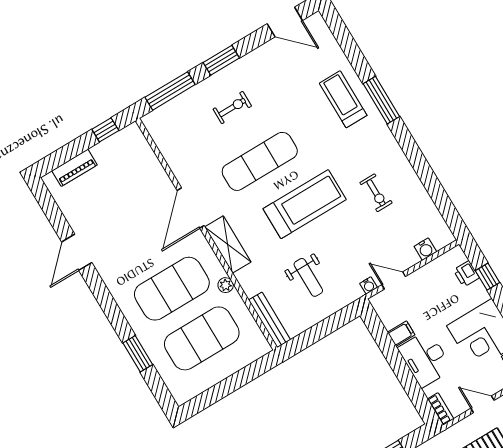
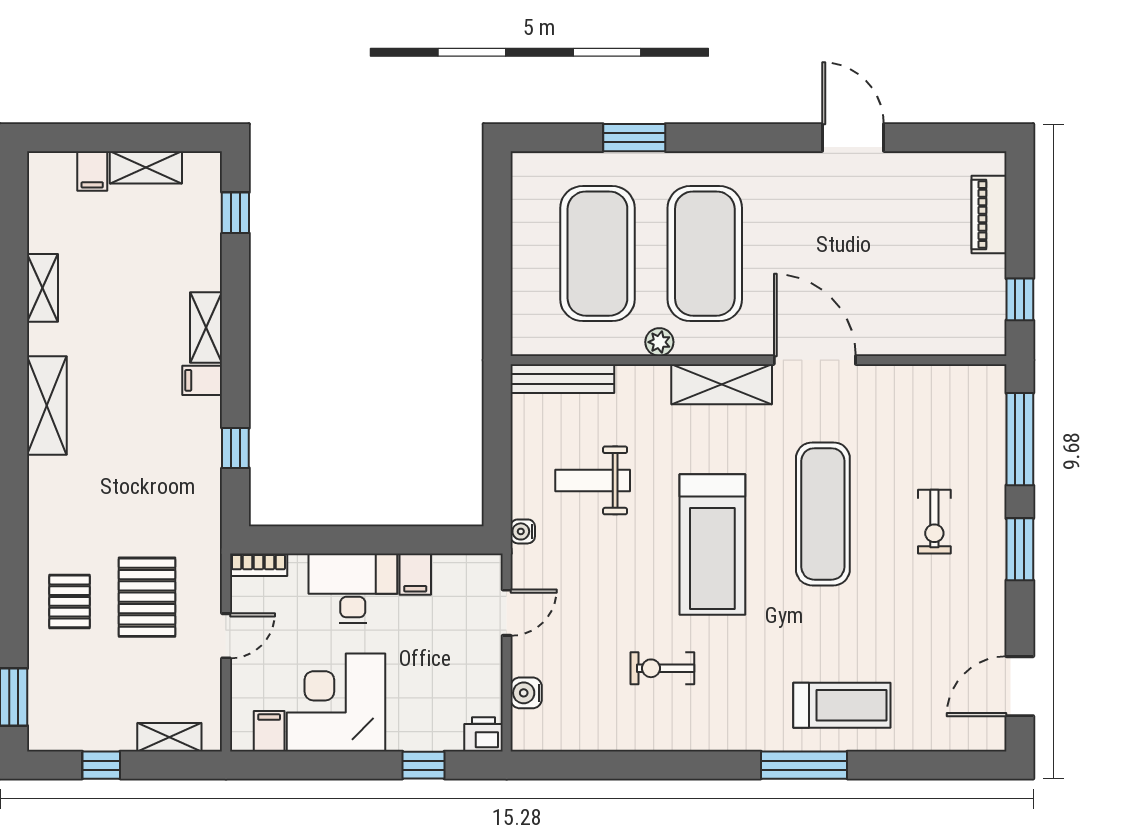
printer: (466, 274) -> (484, 734), moved
water cooler: (369, 285) -> (523, 531), moved

